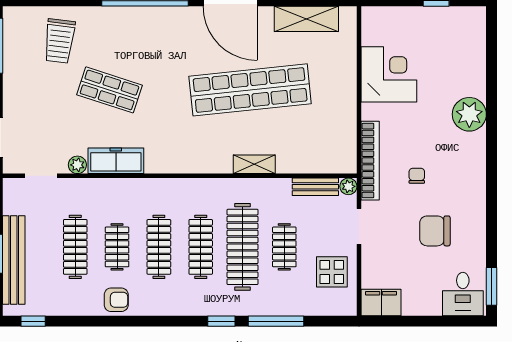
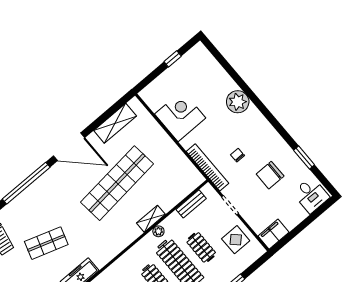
plant: (348, 186) -> (158, 231), moved
window: (492, 286) -> (304, 157), moved

